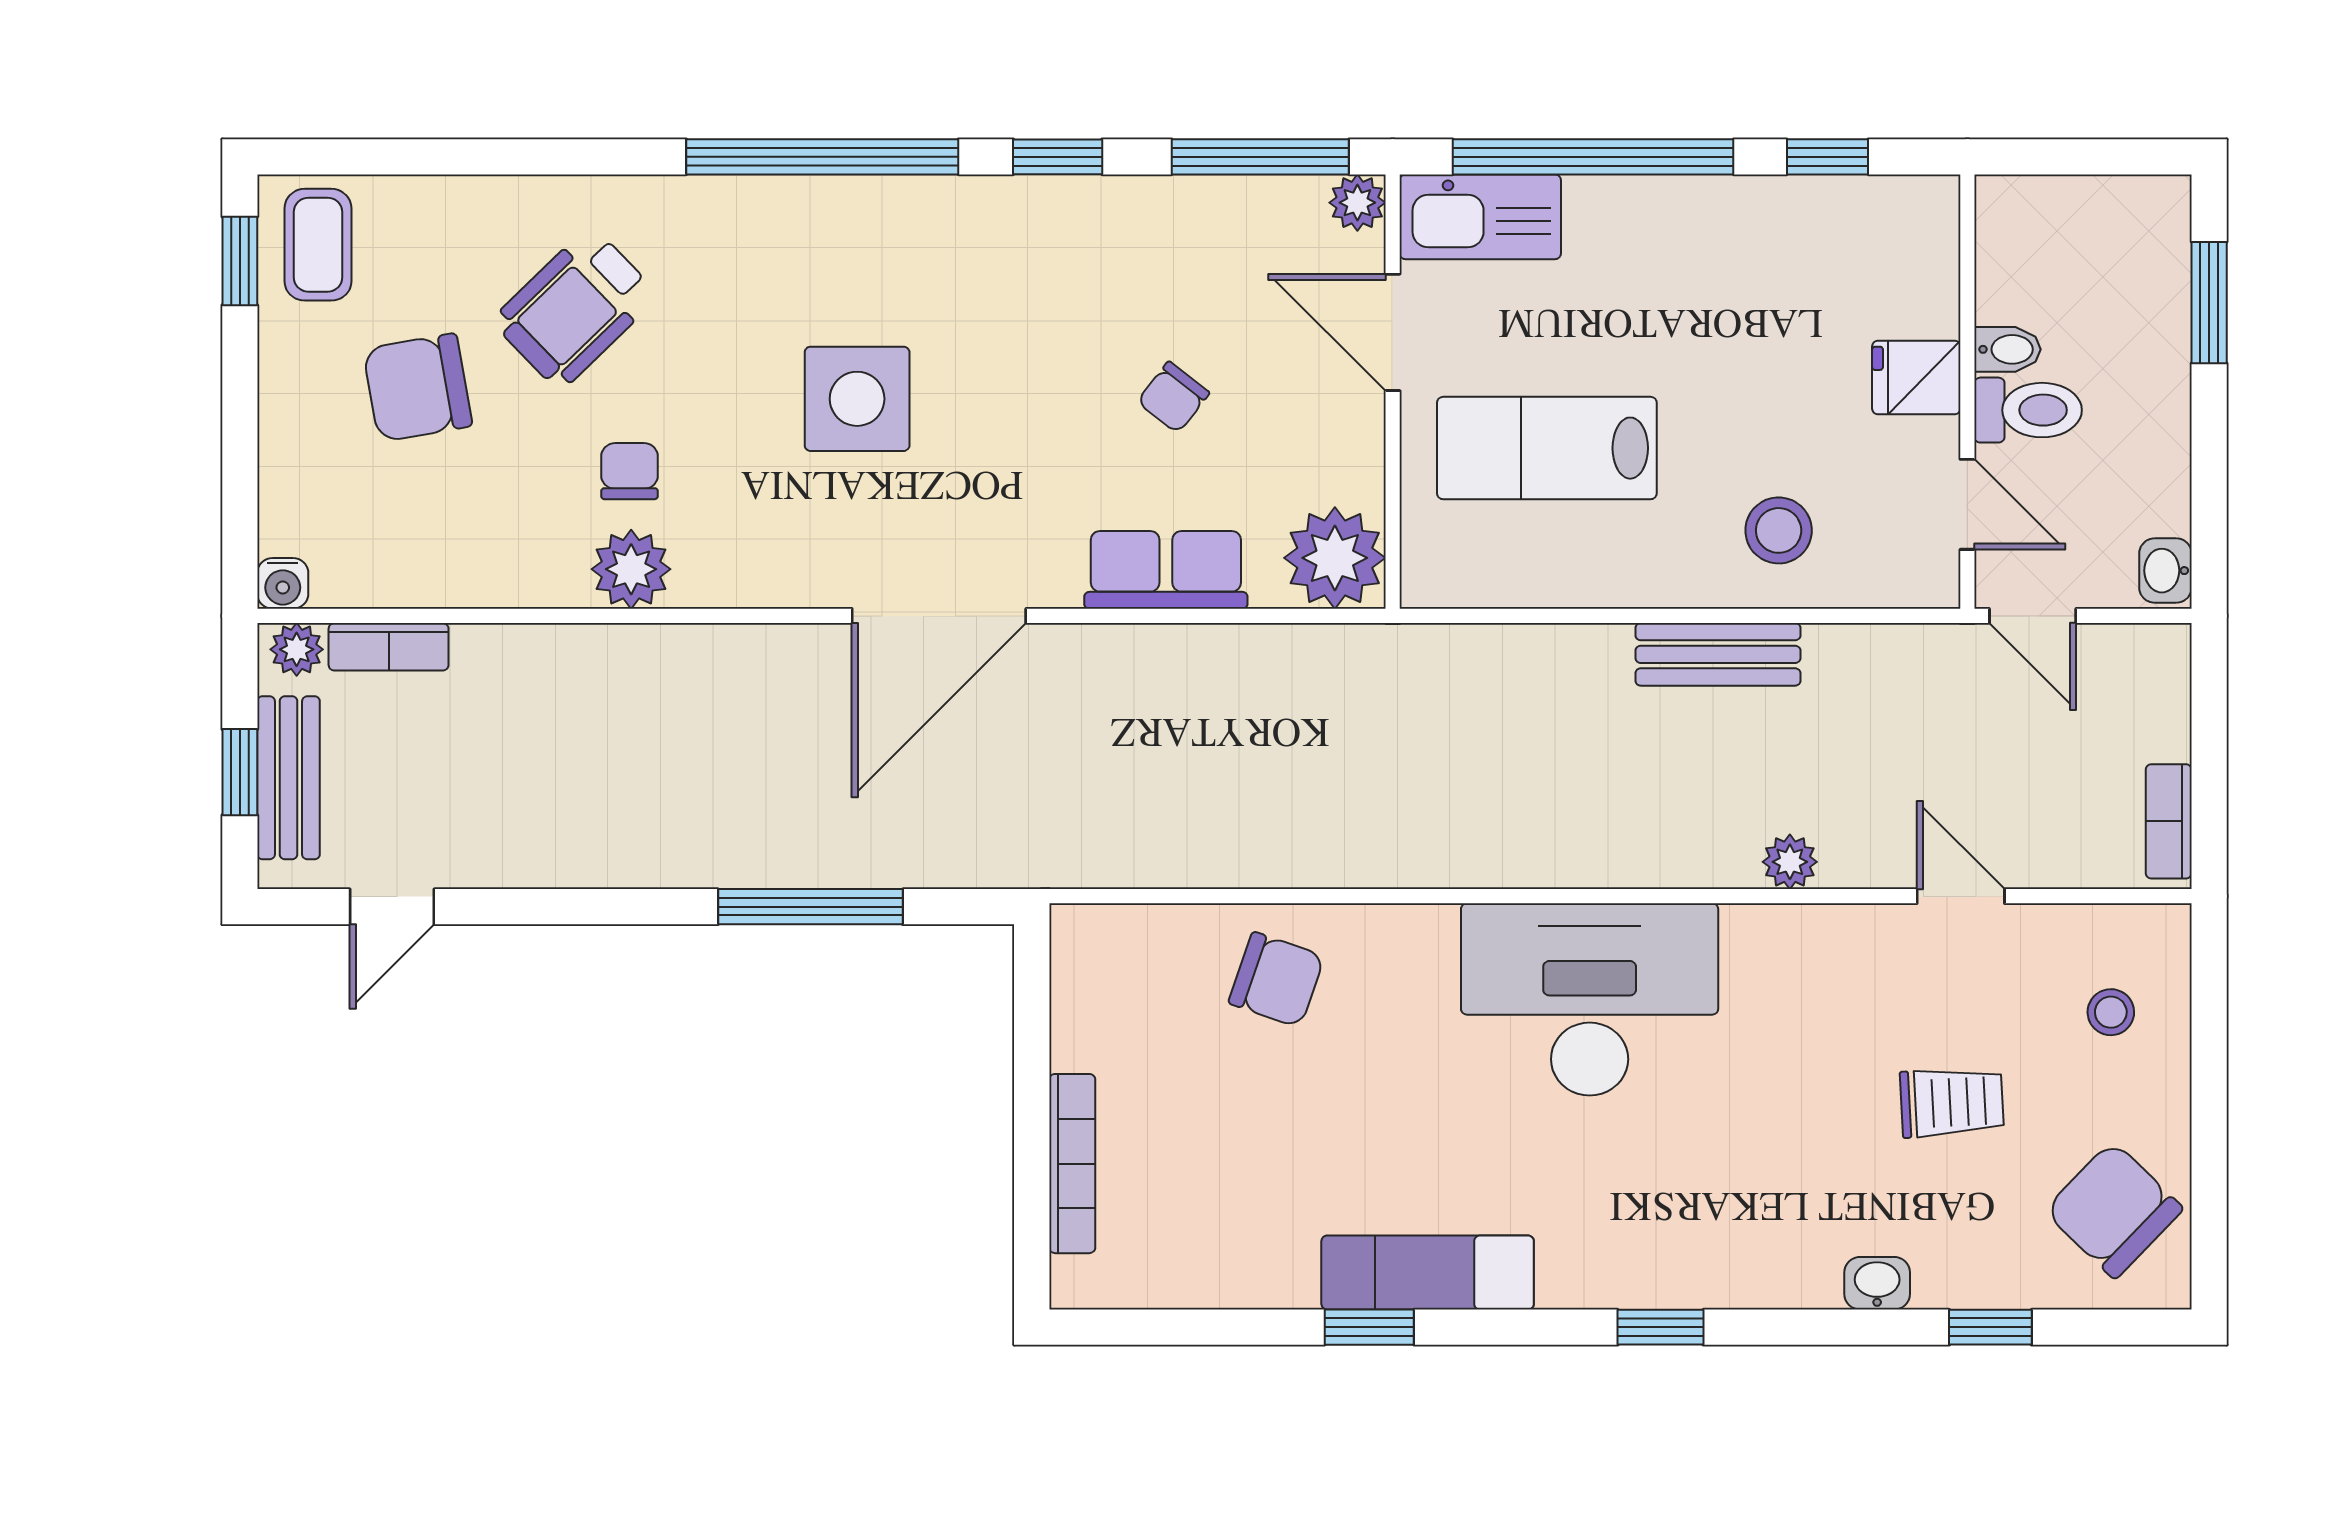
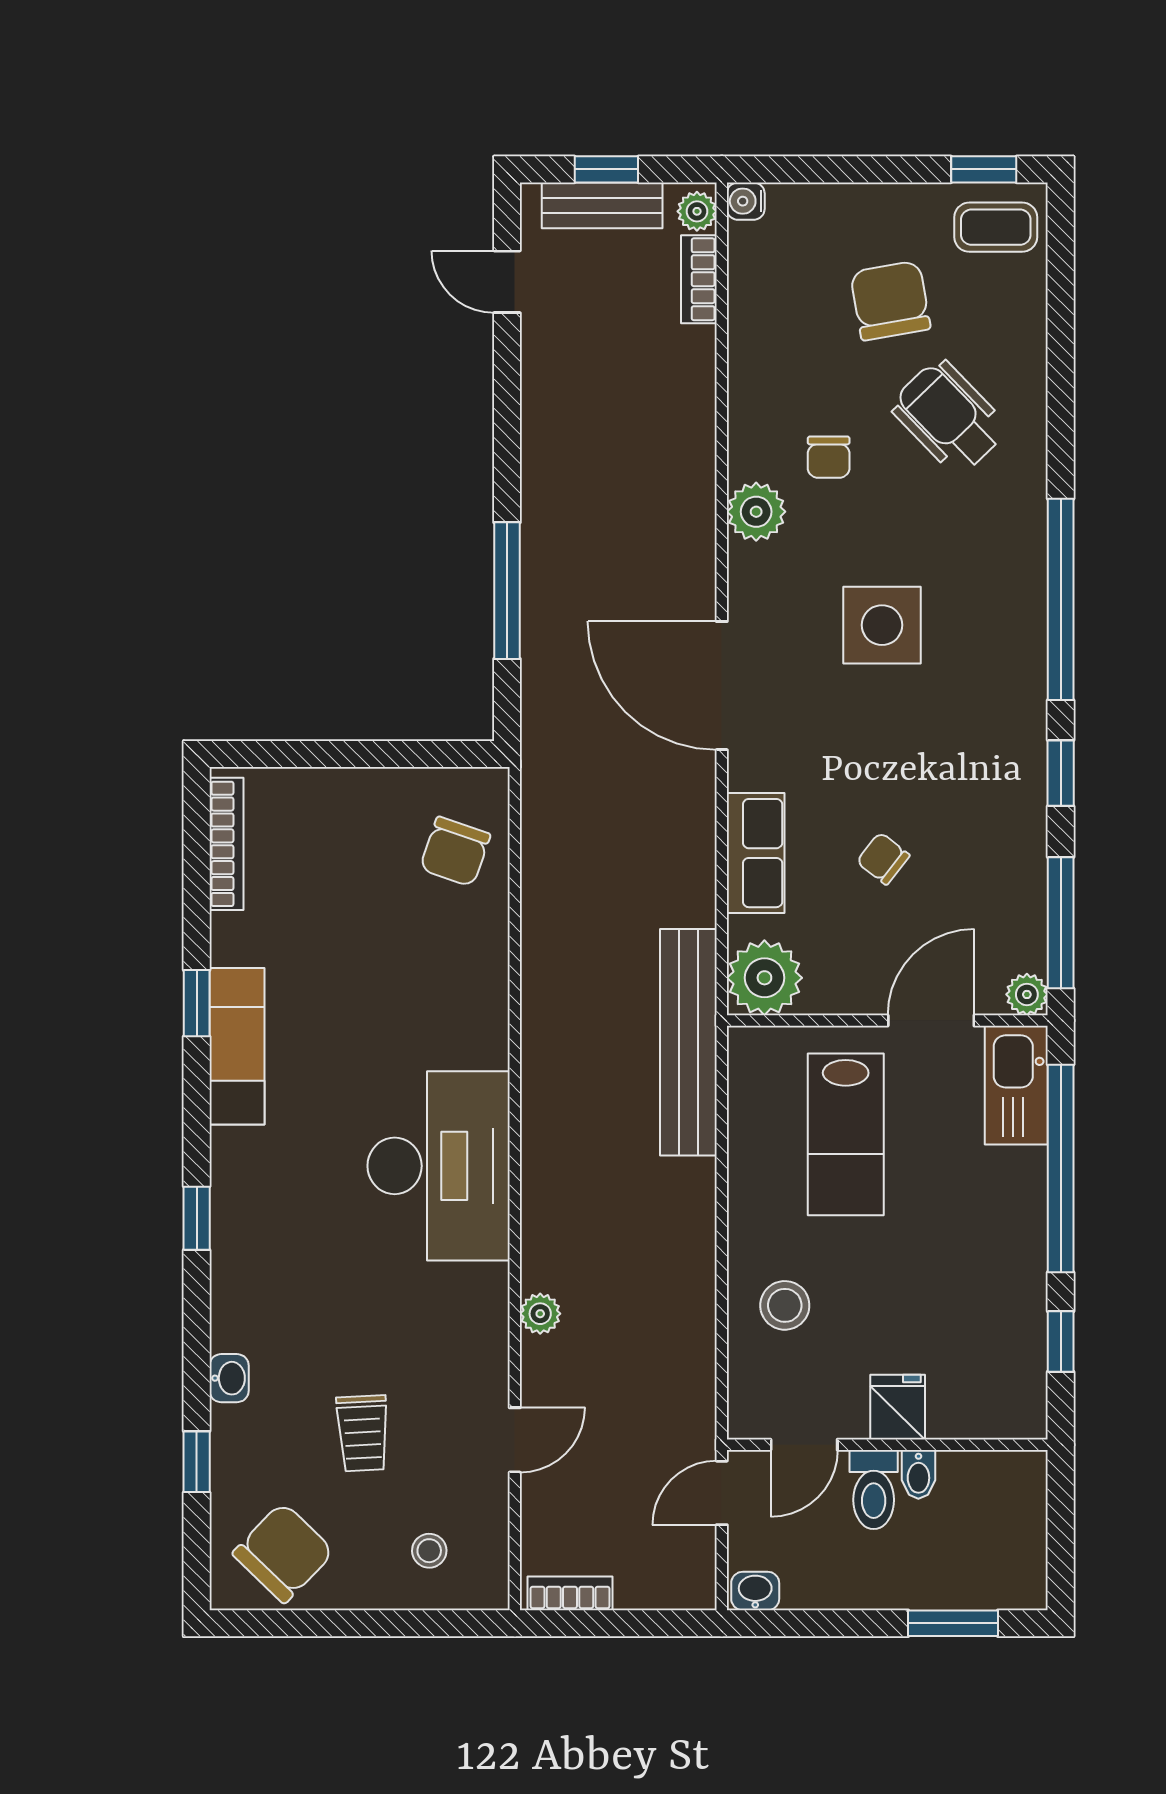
lab bench: (1547, 448) -> (846, 1134), turned 180
chair: (630, 471) -> (829, 457), turned 90
plant: (631, 569) -> (756, 512), moved
bench: (1718, 654) -> (688, 1042), moved, width x1.86, depth x1.21
chair: (1276, 980) -> (455, 852), moved
bookcase: (1072, 1164) -> (226, 844), moved, turned -90

